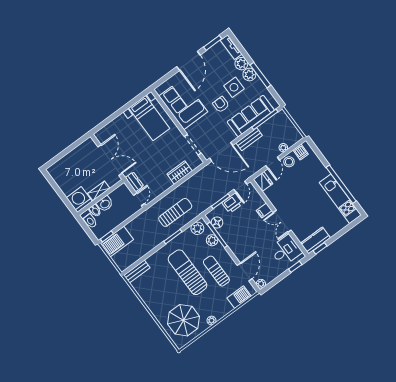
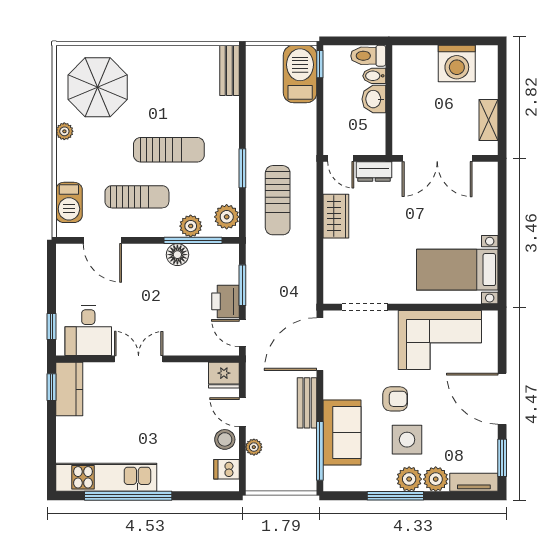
sofa: (251, 116) -> (342, 433), width x0.73
wardrobe: (180, 172) -> (336, 216), moved
shelving: (99, 191) -> (488, 120), moved
washing machine: (79, 200) -> (457, 64), moved, turned 90
filing cabinet: (264, 211) -> (177, 343), removed
floor lamp: (217, 222) -> (177, 255), moved
sun lounger: (187, 272) -> (169, 150), width x0.73, depth x0.75
plant: (261, 284) -> (65, 252), removed

